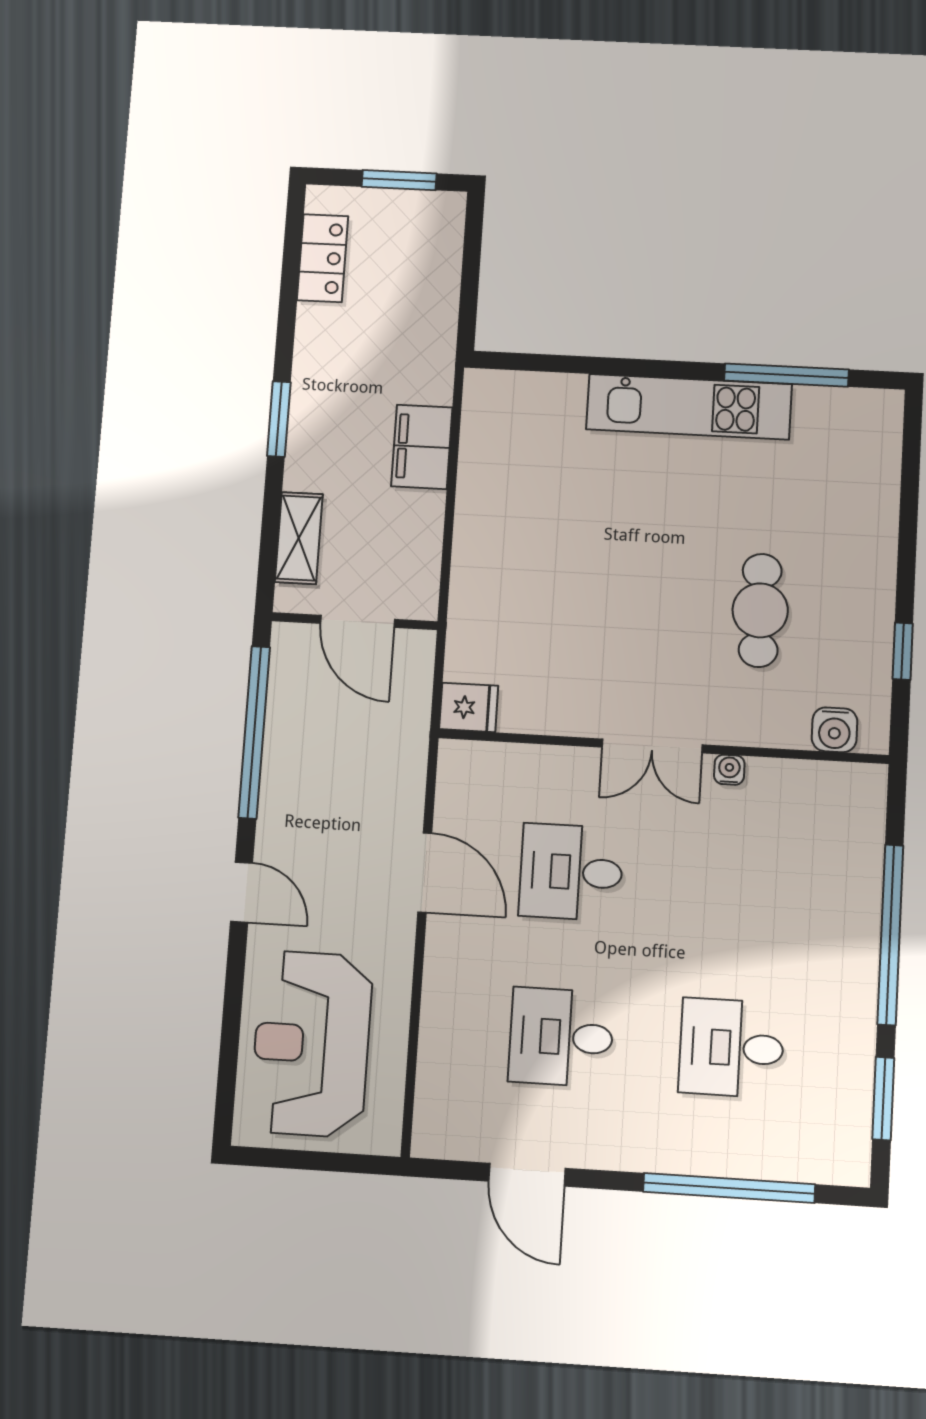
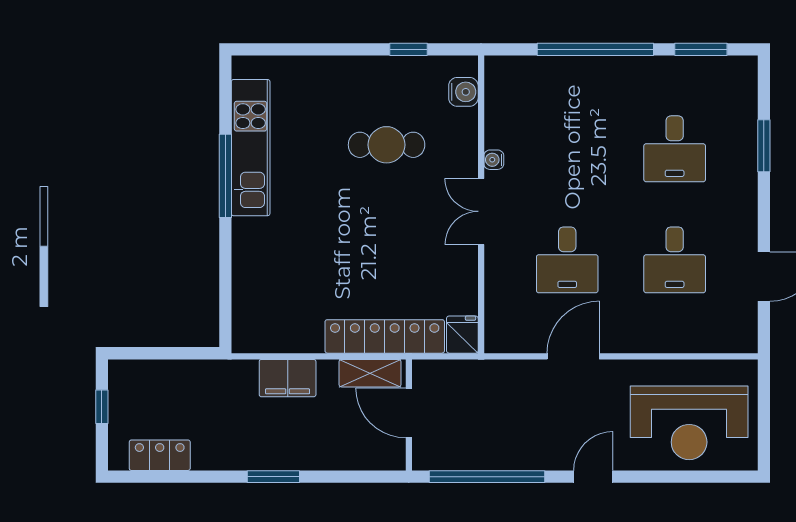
window: (399, 180) -> (102, 407), width x0.67
window: (786, 375) -> (225, 176), moved
kitchen unit: (689, 407) -> (251, 148), moved
shelving: (299, 538) -> (370, 373), moved
locker: (474, 592) -> (385, 336), added
door: (358, 621) -> (409, 413), swing flipped
double door: (652, 746) -> (481, 211), swing flipped
window: (729, 1188) -> (764, 146), width x0.47

